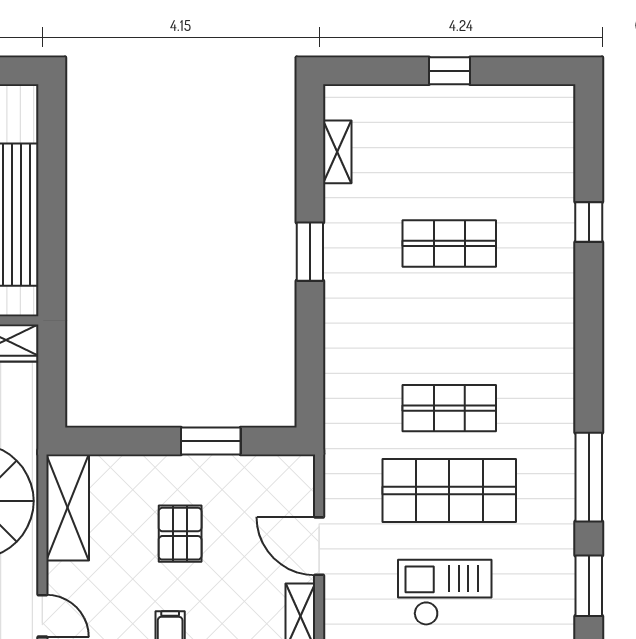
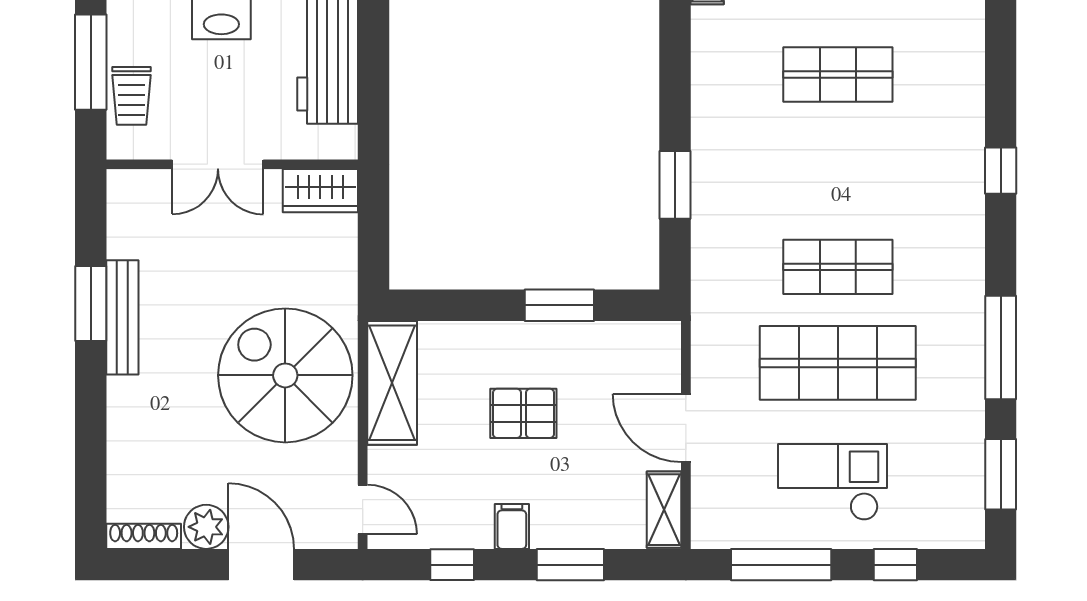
window: (589, 222) -> (1001, 171), moved
window: (310, 252) -> (675, 185), moved
pallet: (180, 534) -> (523, 413), turned 90

